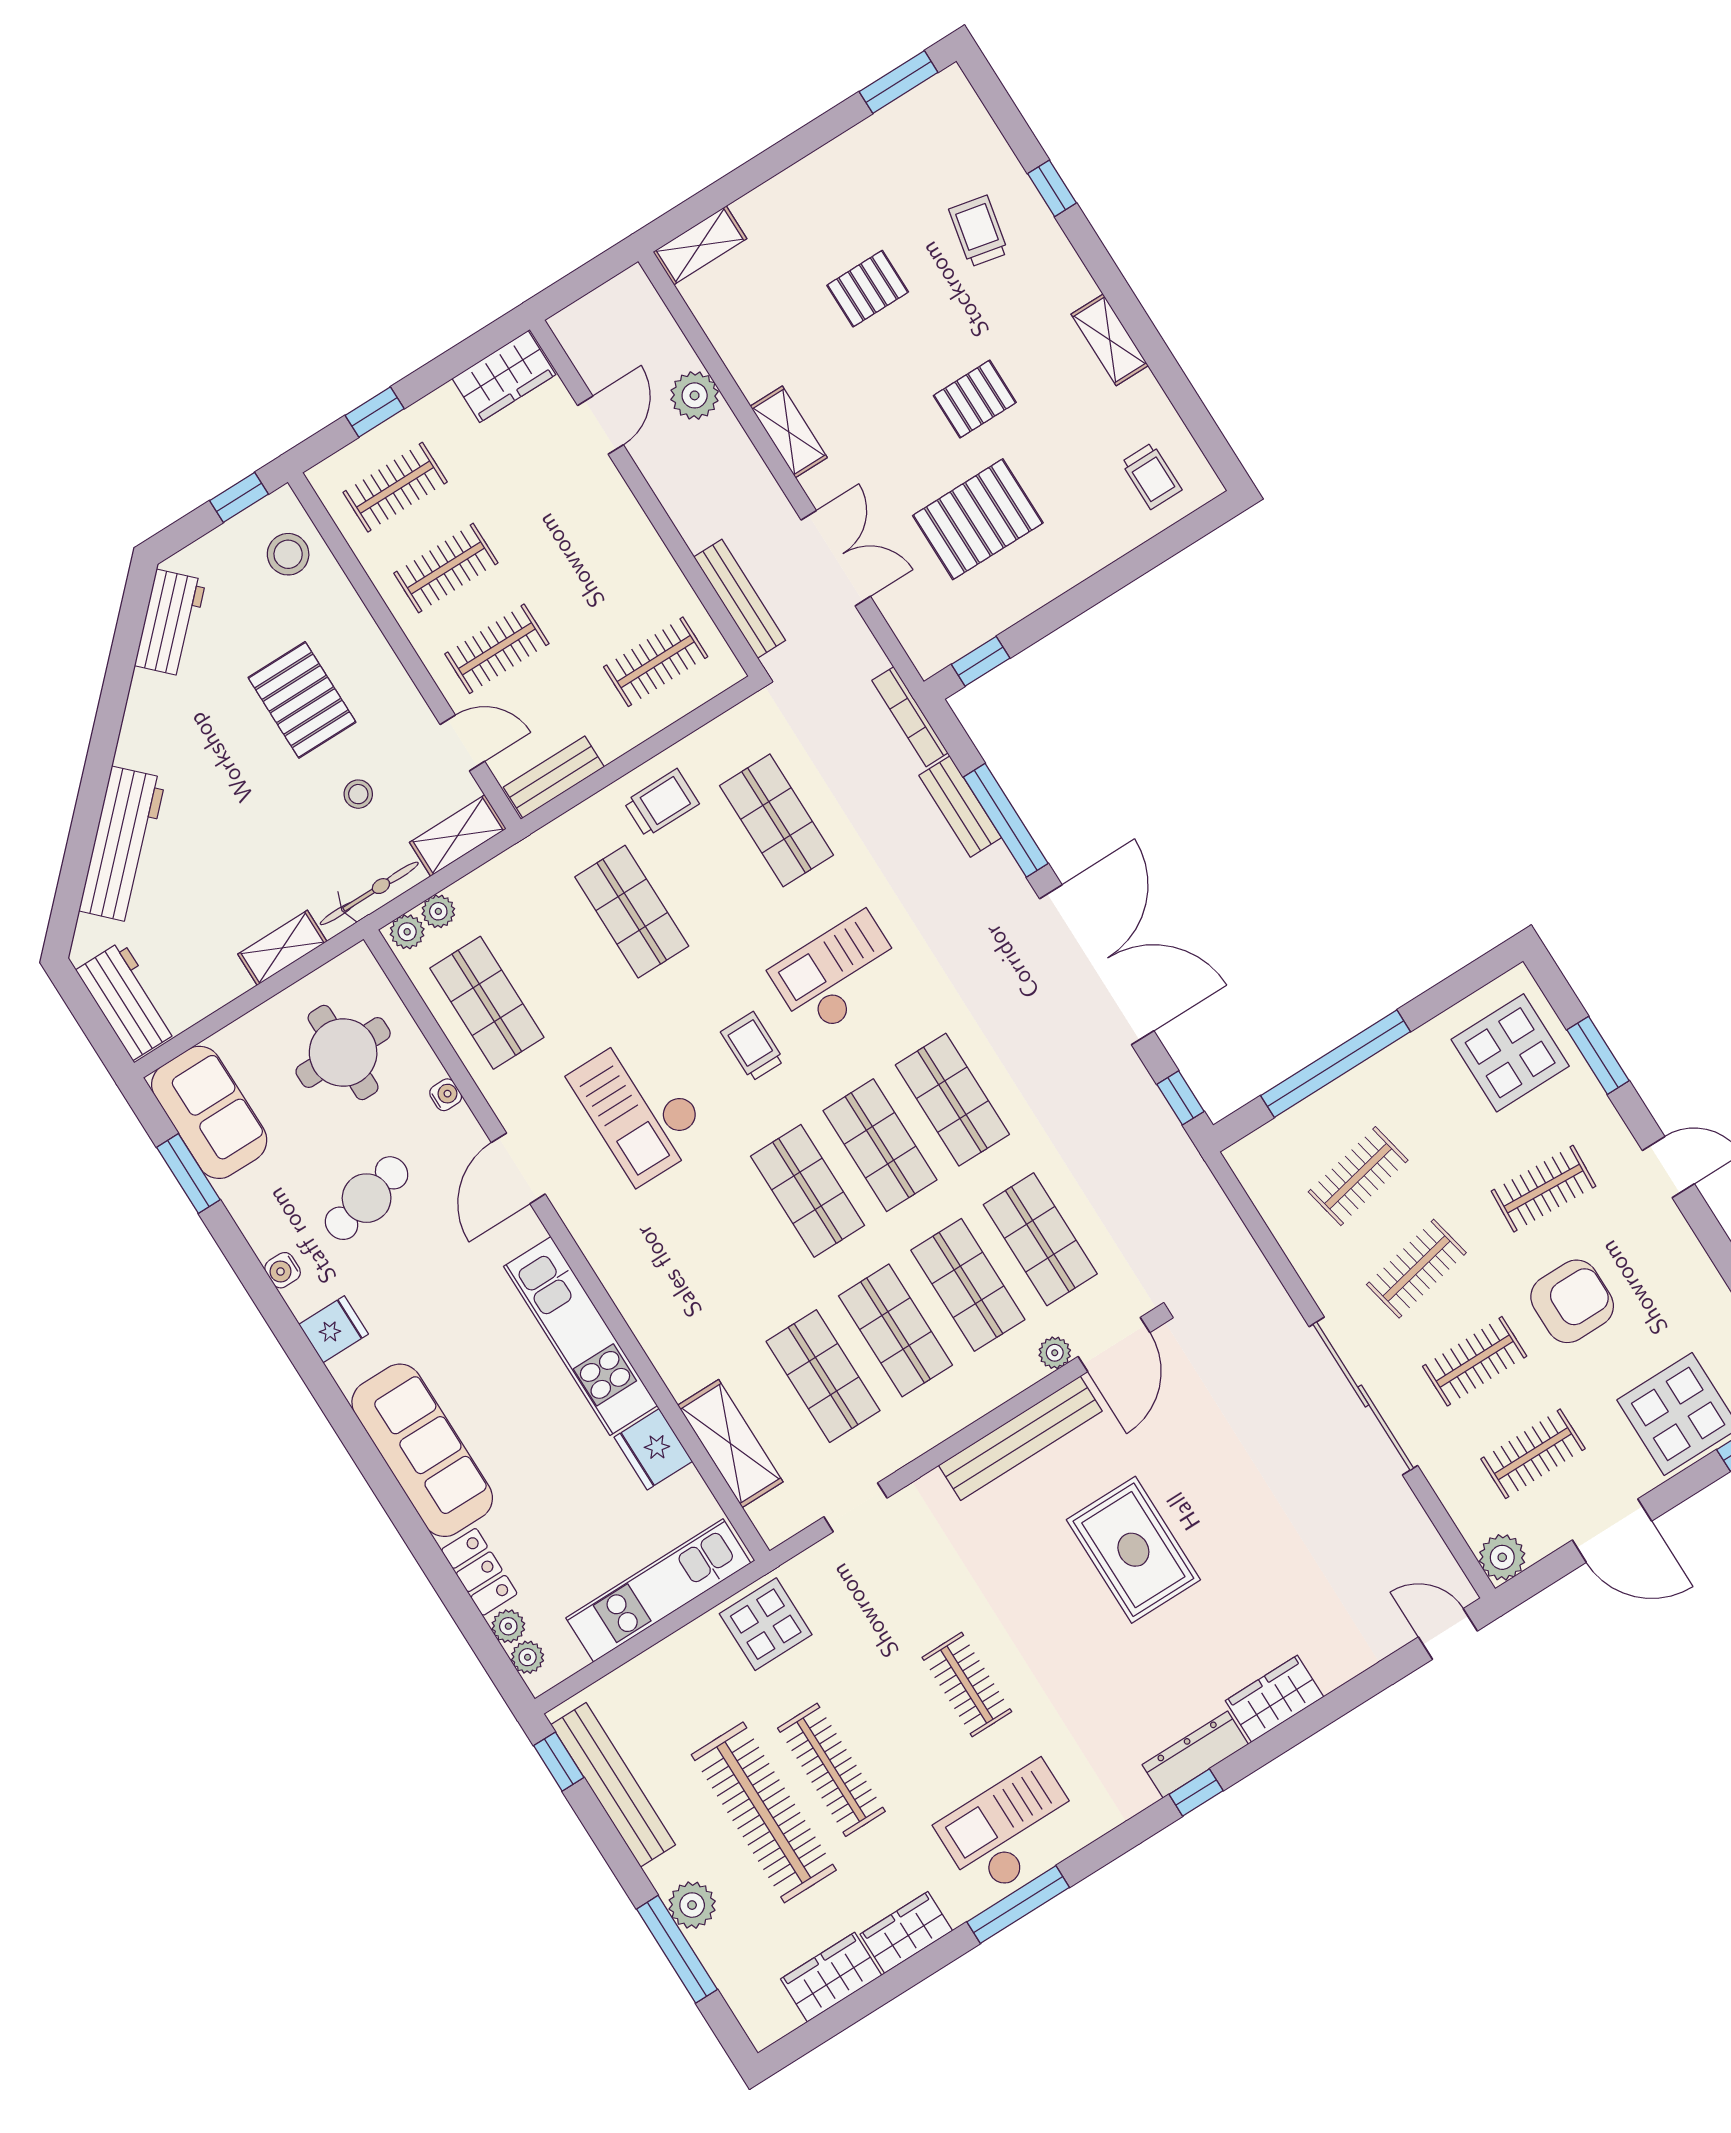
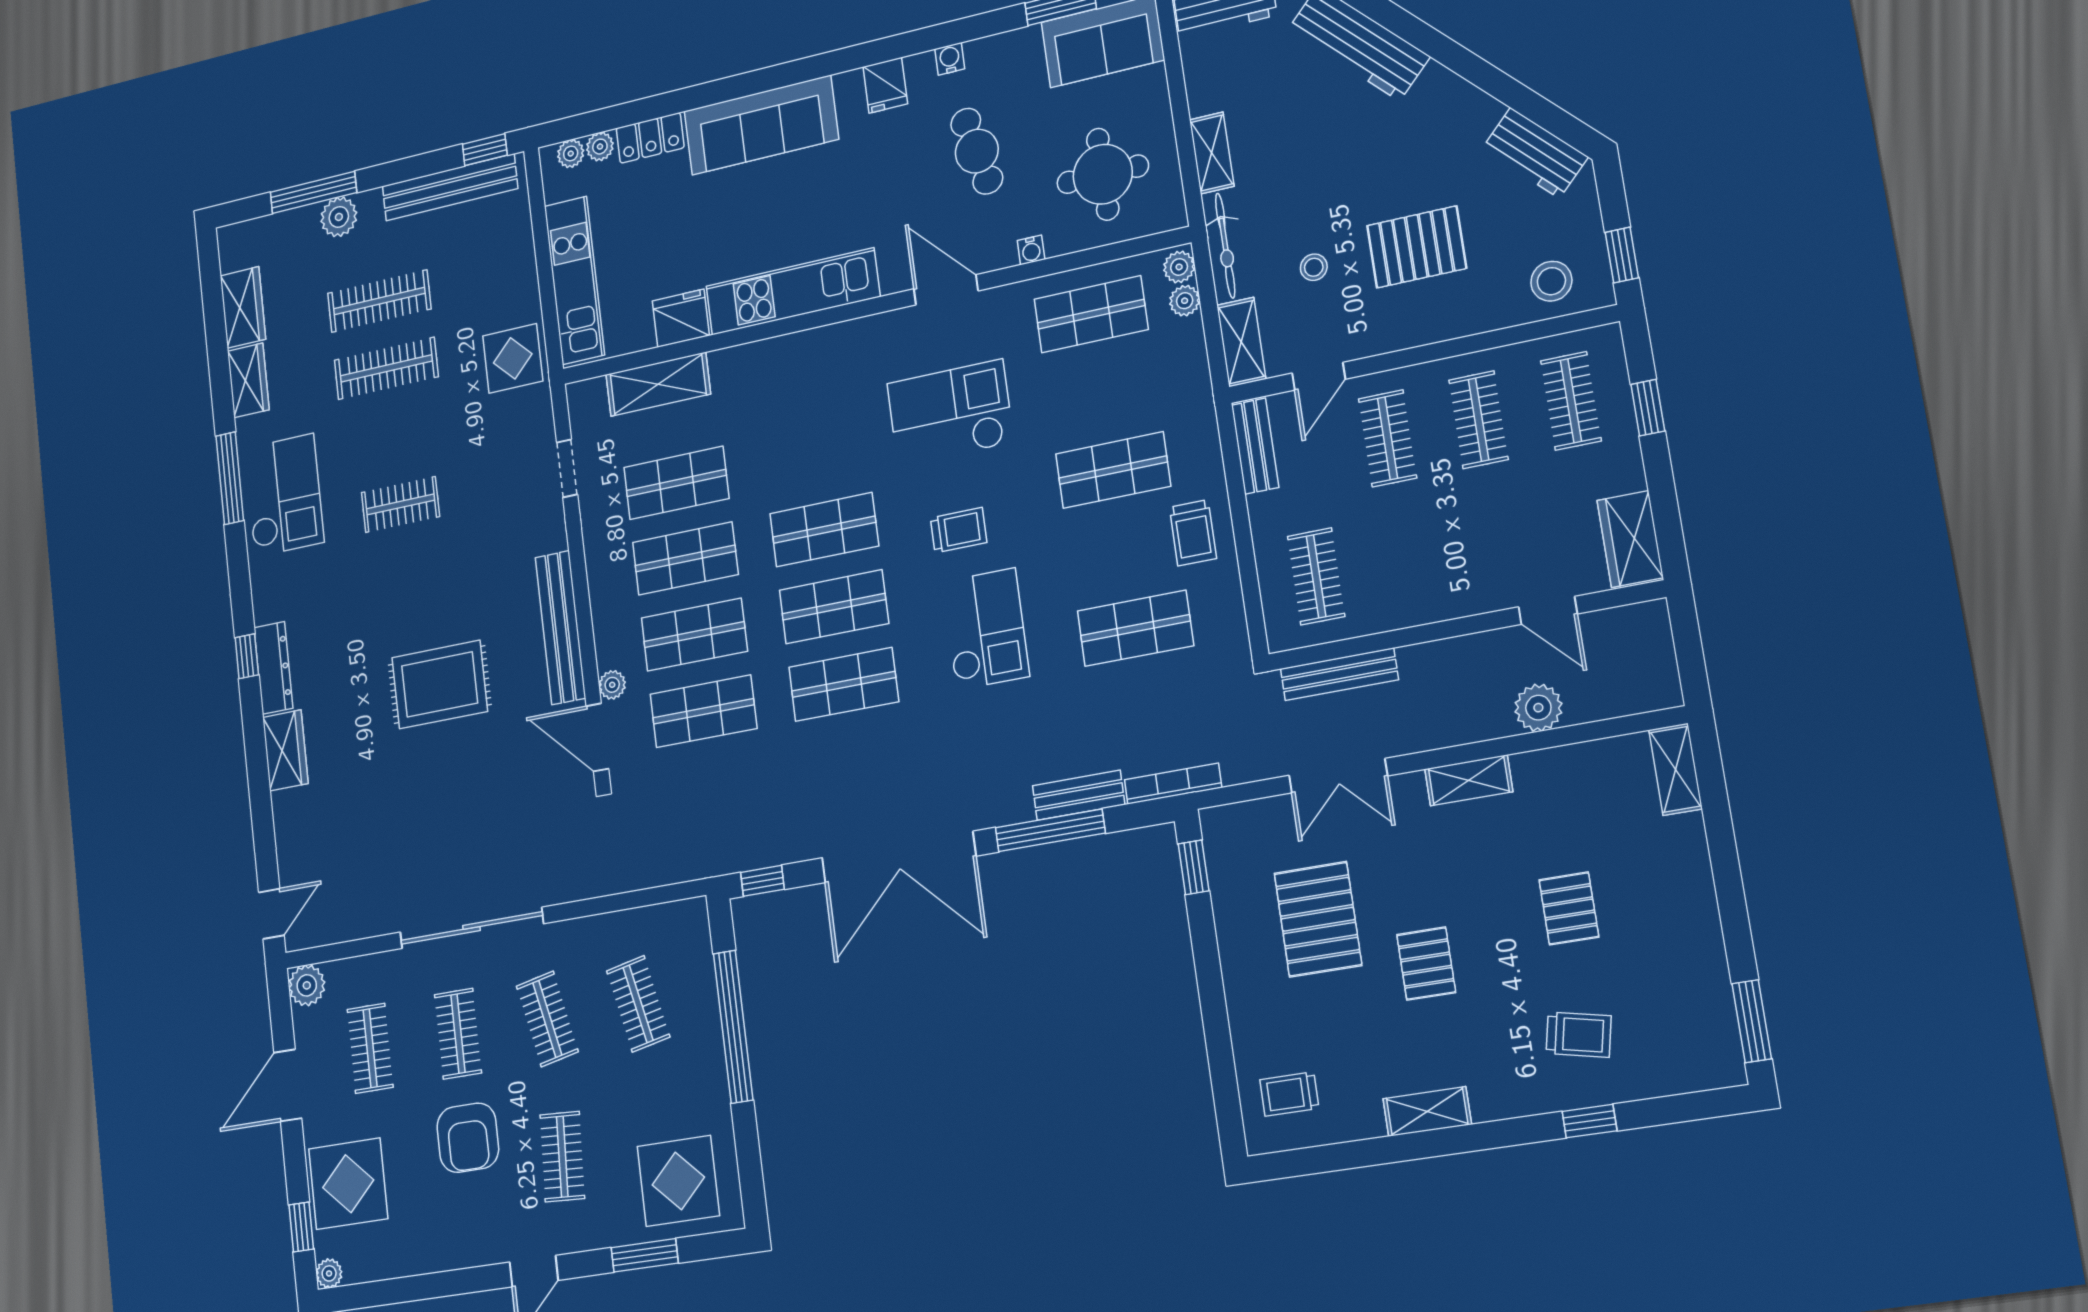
clothes rail: (764, 1812) -> (379, 301), width x0.73, depth x0.76

